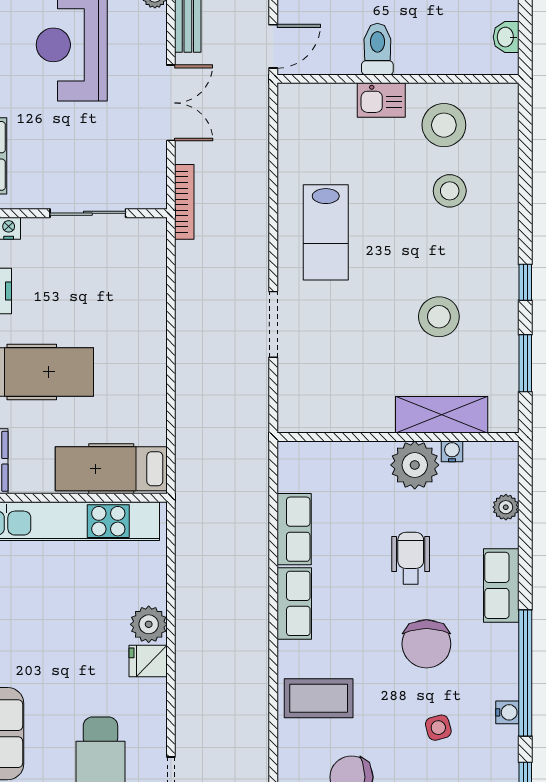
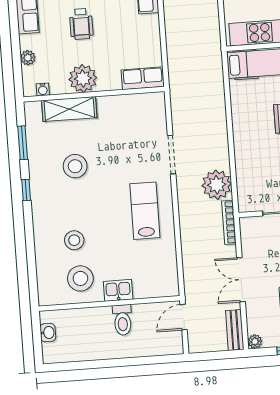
plant: (200, 268) -> (217, 185), added
water cooler: (452, 451) -> (43, 89), moved
row of seats: (294, 529) -> (143, 78), moved, turned 90

